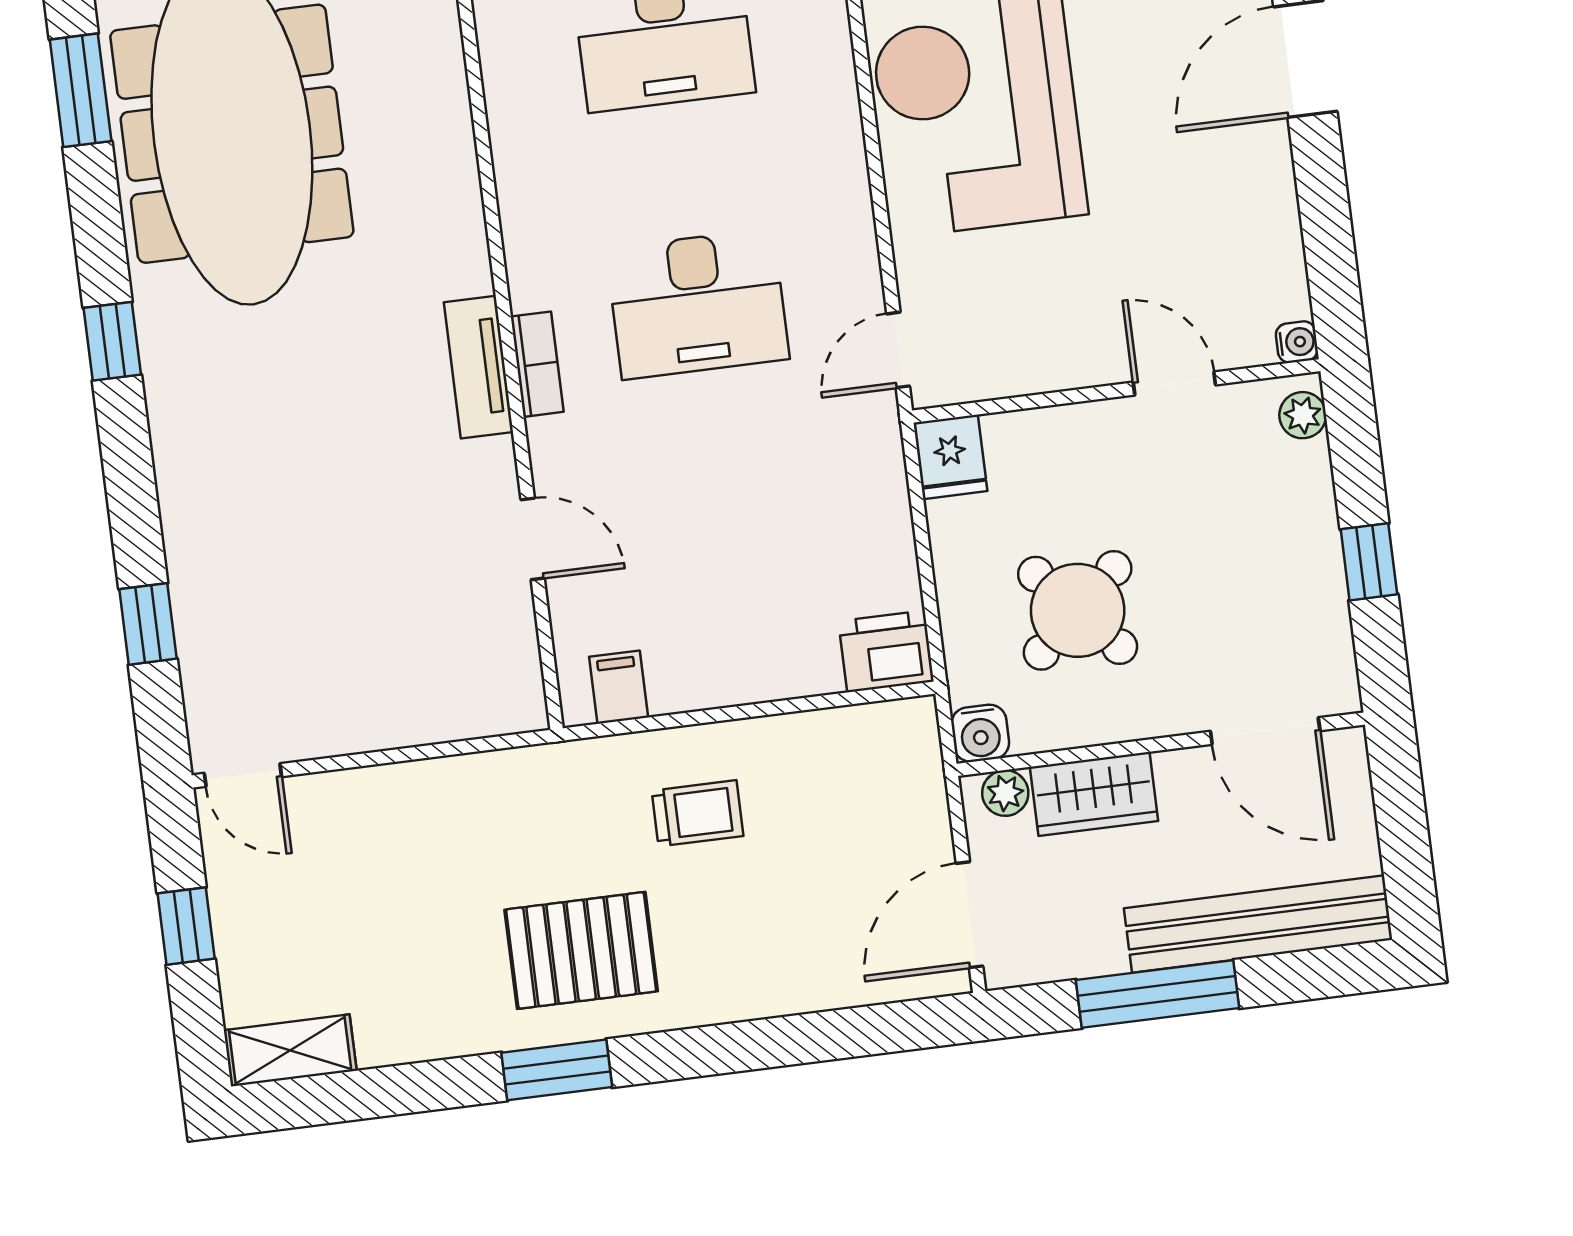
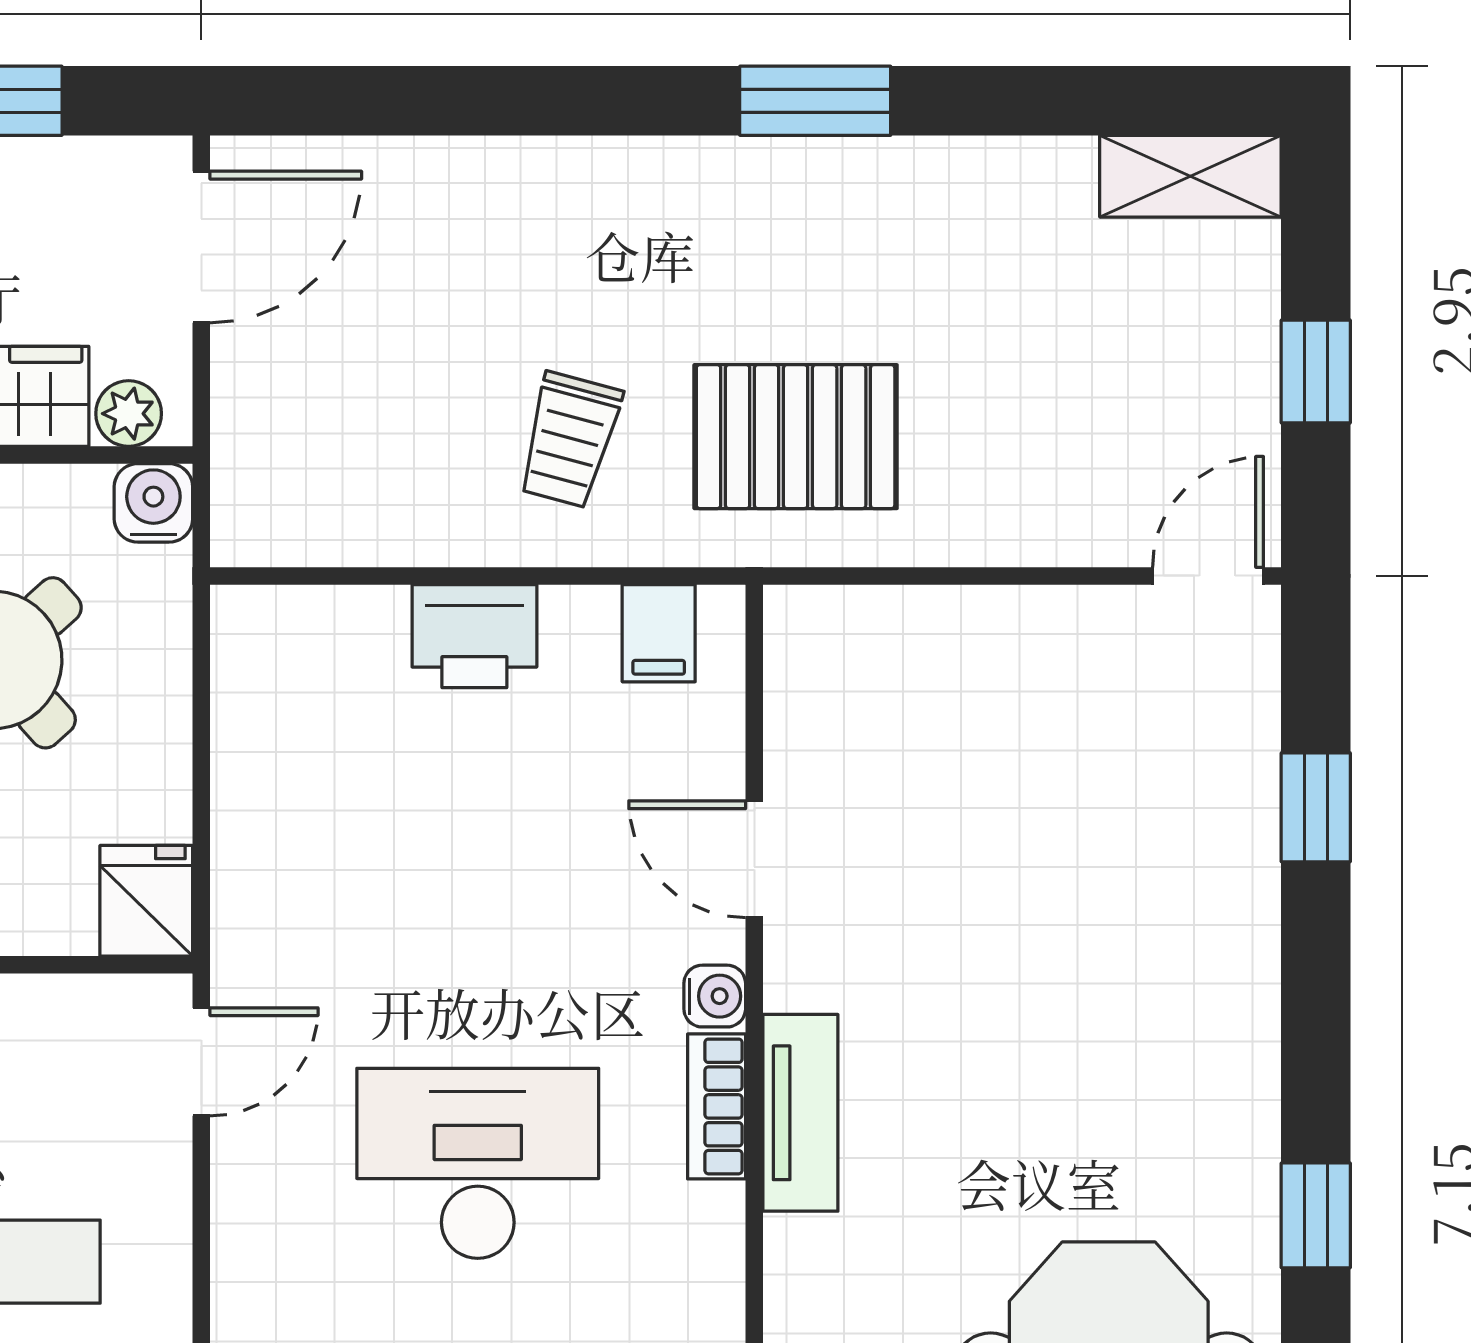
water cooler: (548, 441) -> (715, 996), added
printer: (886, 651) -> (474, 636), moved
door: (243, 775) -> (1208, 576), hinge flipped
trolley: (697, 813) -> (569, 440), turned -75
pallet: (581, 950) -> (796, 437), moved

